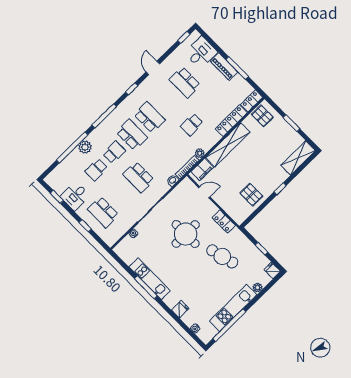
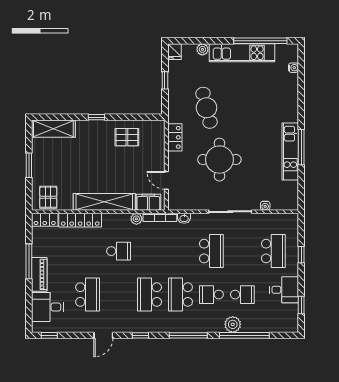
pallet: (251, 195) -> (127, 137), turned 90
fridge: (180, 309) -> (290, 98), removed

